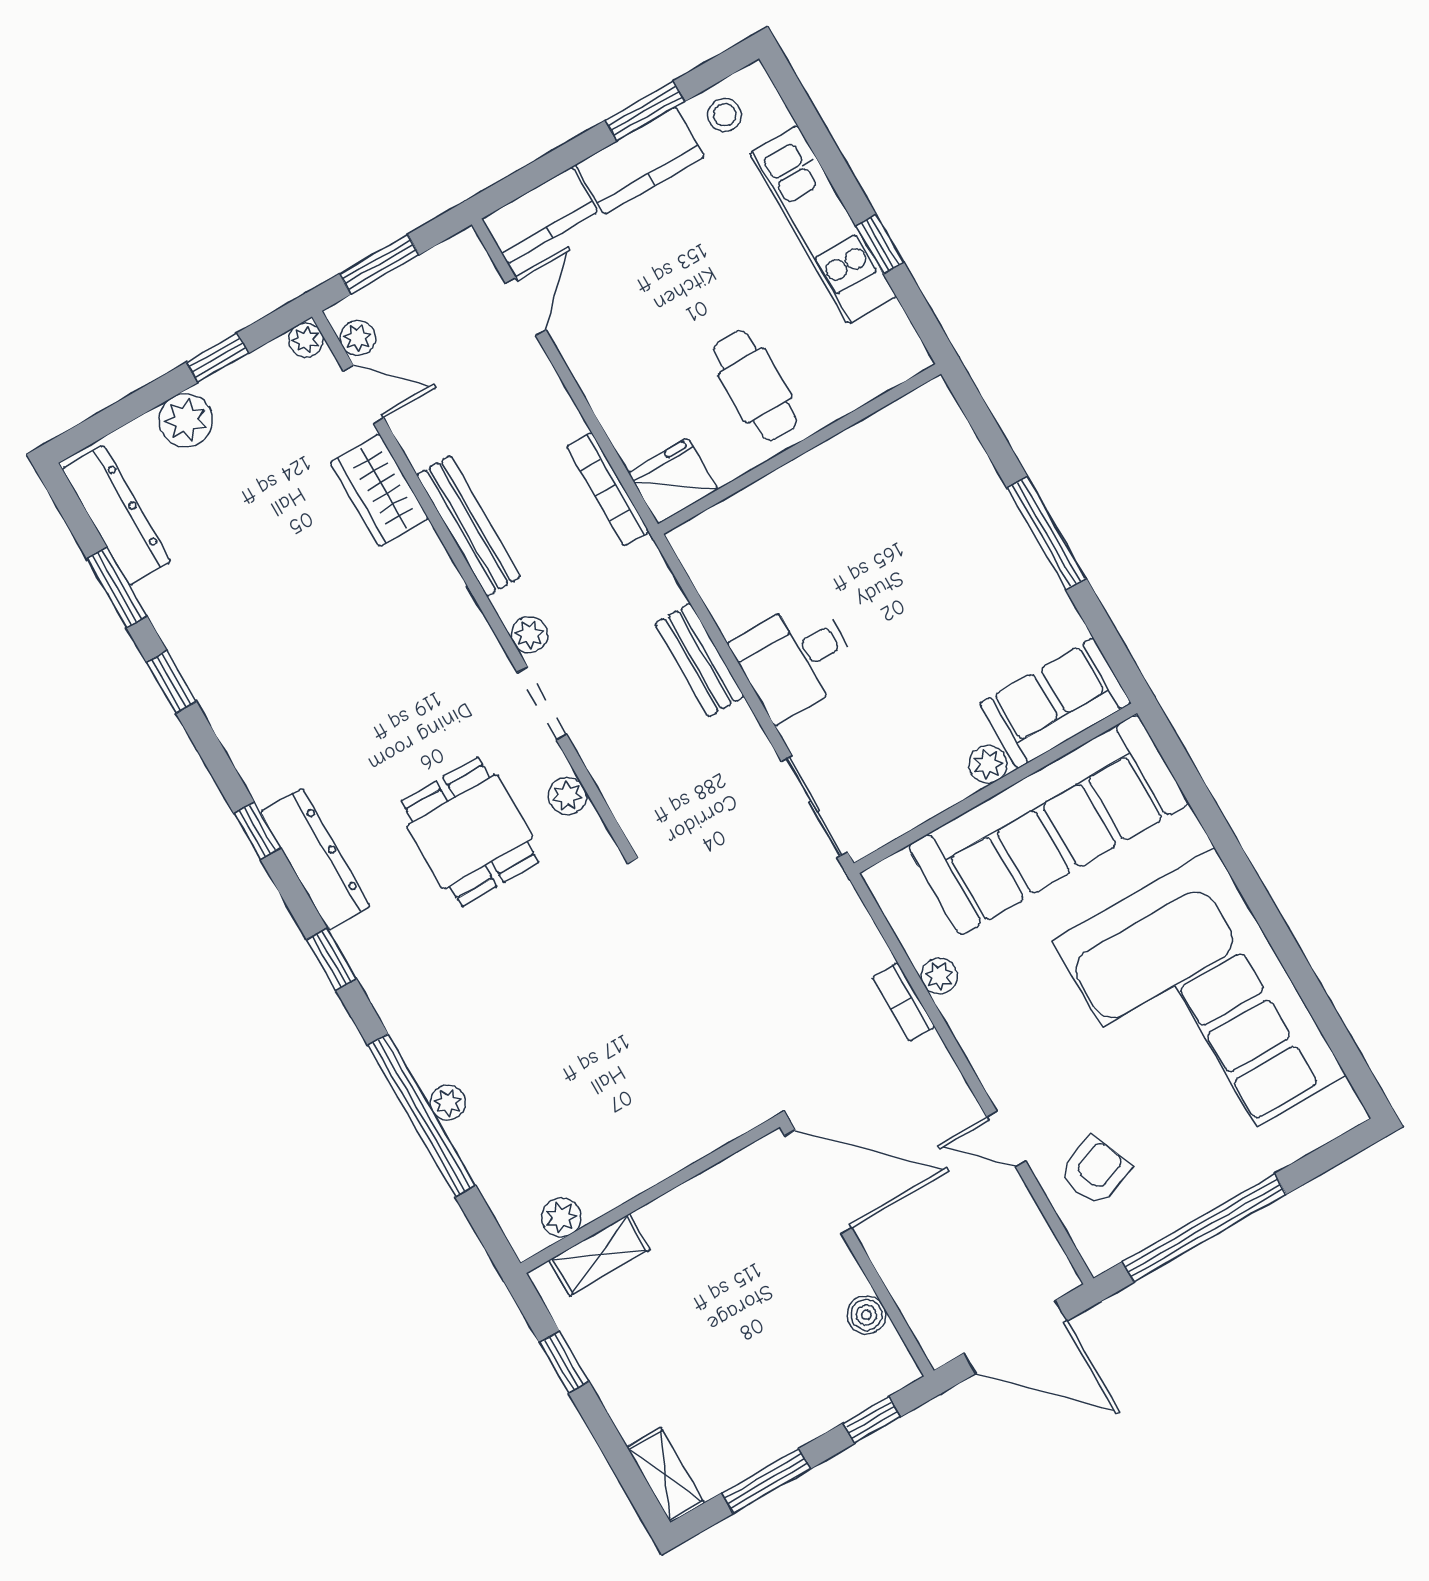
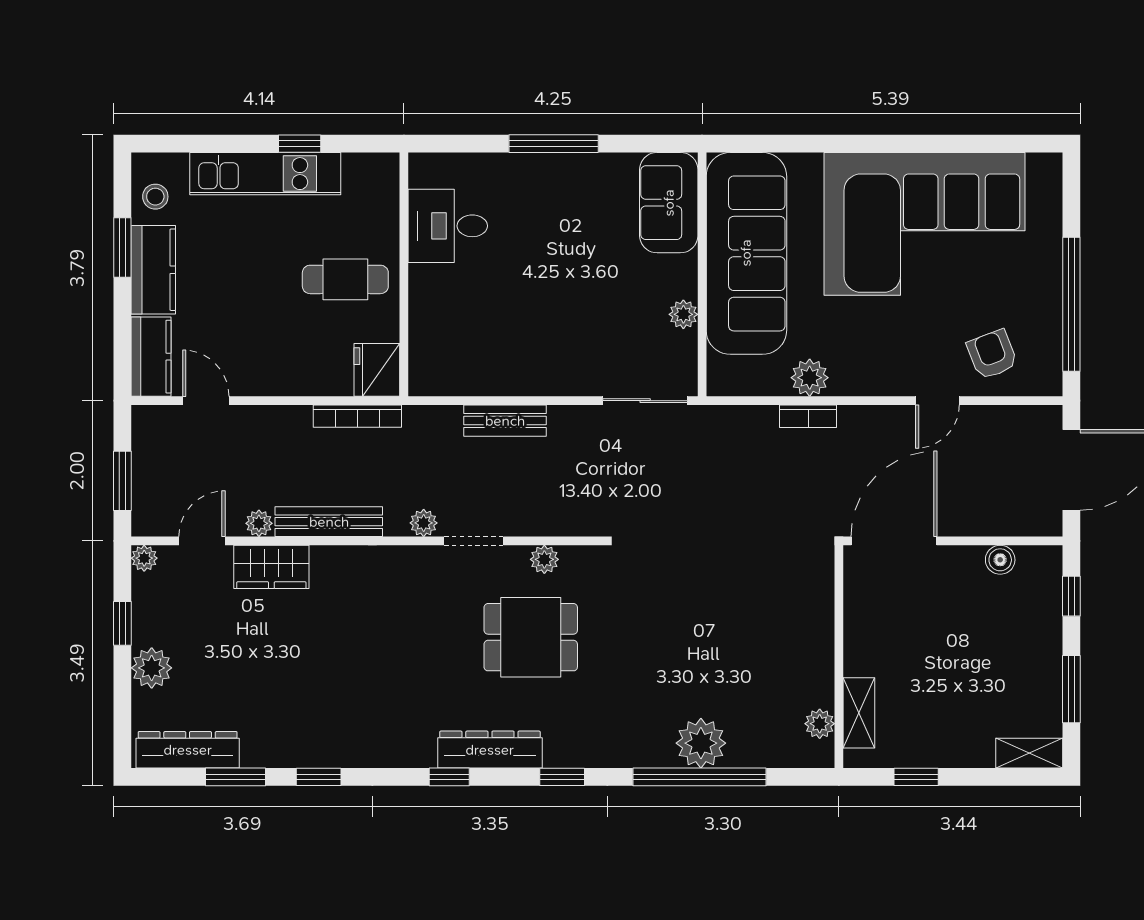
plant: (358, 338) -> (259, 523), moved
desk: (796, 659) -> (448, 226), moved, turned 90
plant: (988, 764) -> (683, 314), moved
plant: (939, 976) -> (810, 378), width x1.38, depth x1.38
plant: (448, 1103) -> (701, 743), width x1.88, depth x1.88

